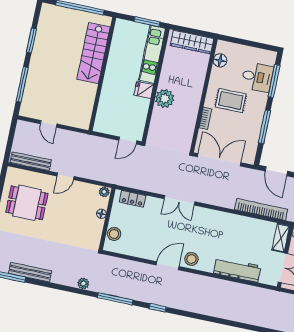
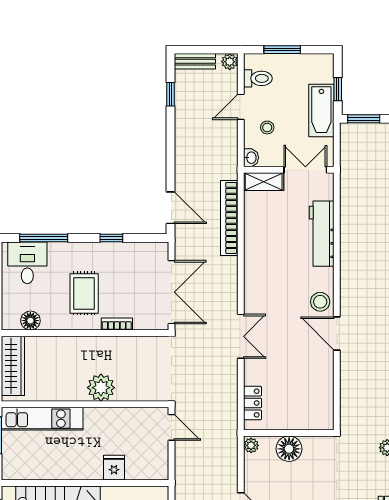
desk: (257, 77) -> (27, 263), moved
fridge: (144, 90) -> (114, 468), moved, turned 180
window: (264, 127) -> (111, 238), width x0.46
double door: (219, 160) -> (171, 292), swing flipped
door: (276, 171) -> (170, 208), hinge flipped
floor lamp: (101, 214) -> (289, 449), width x1.89, depth x1.89
stool: (114, 234) -> (308, 419), removed

